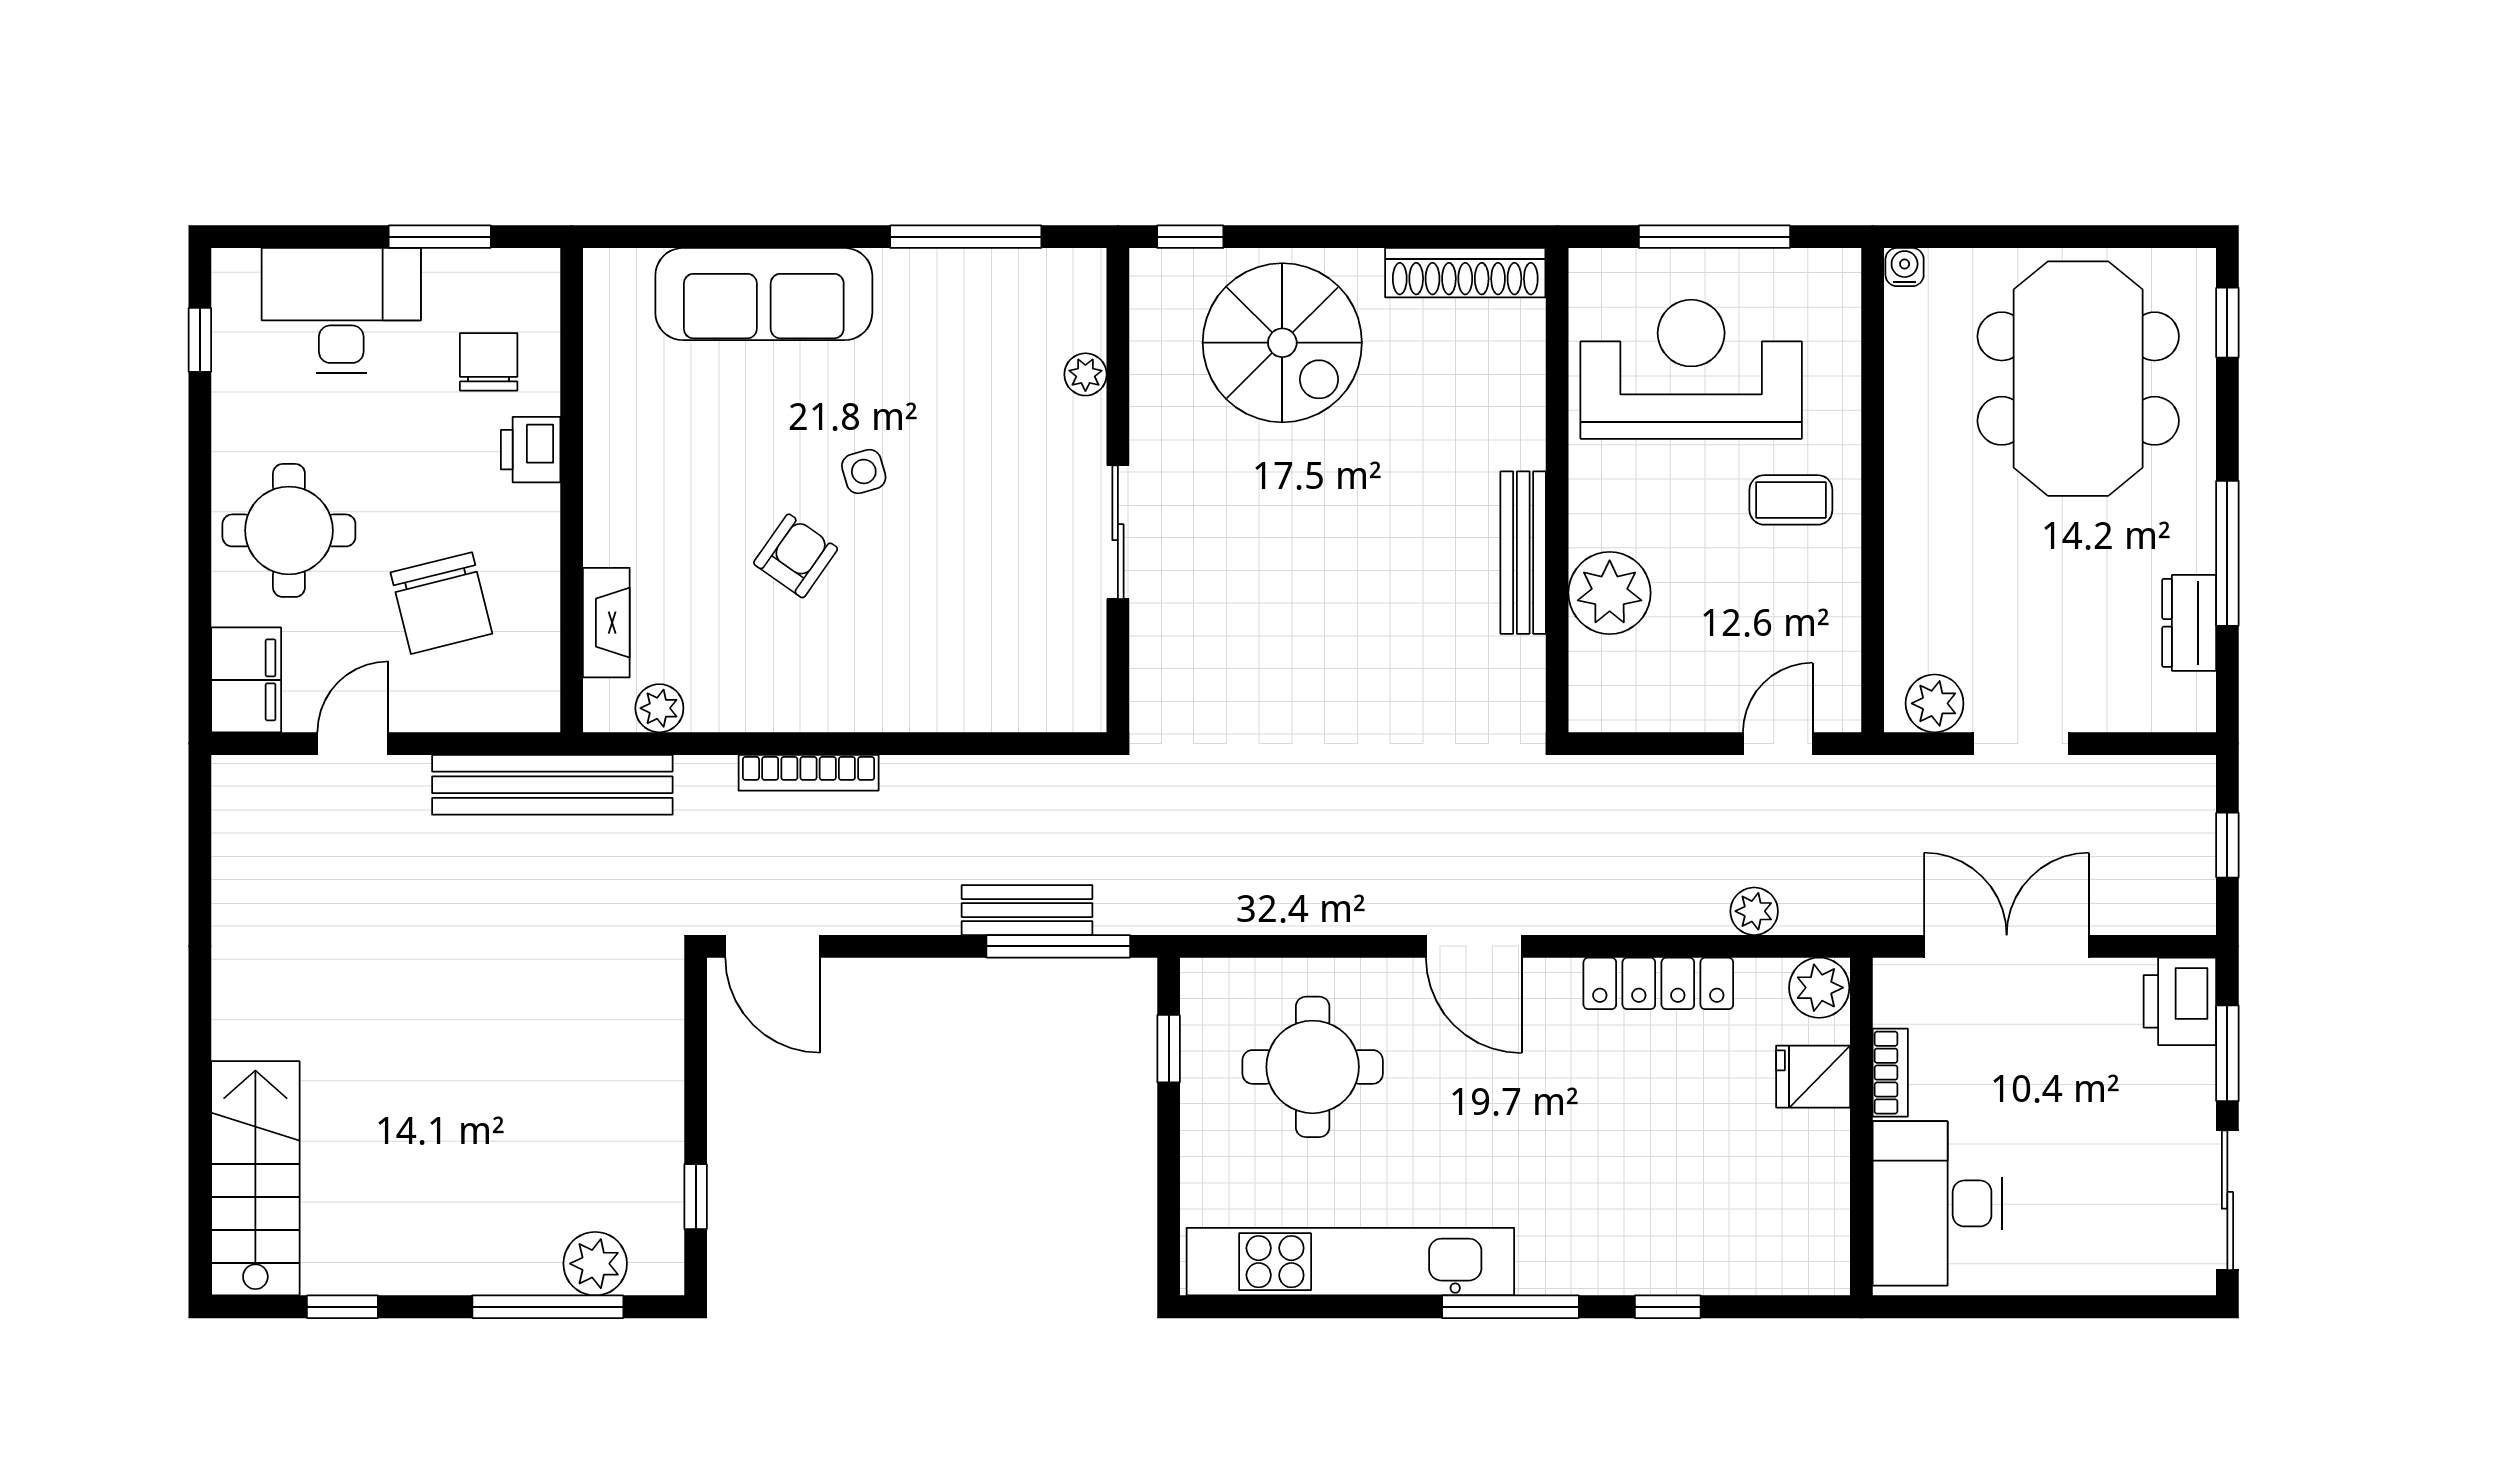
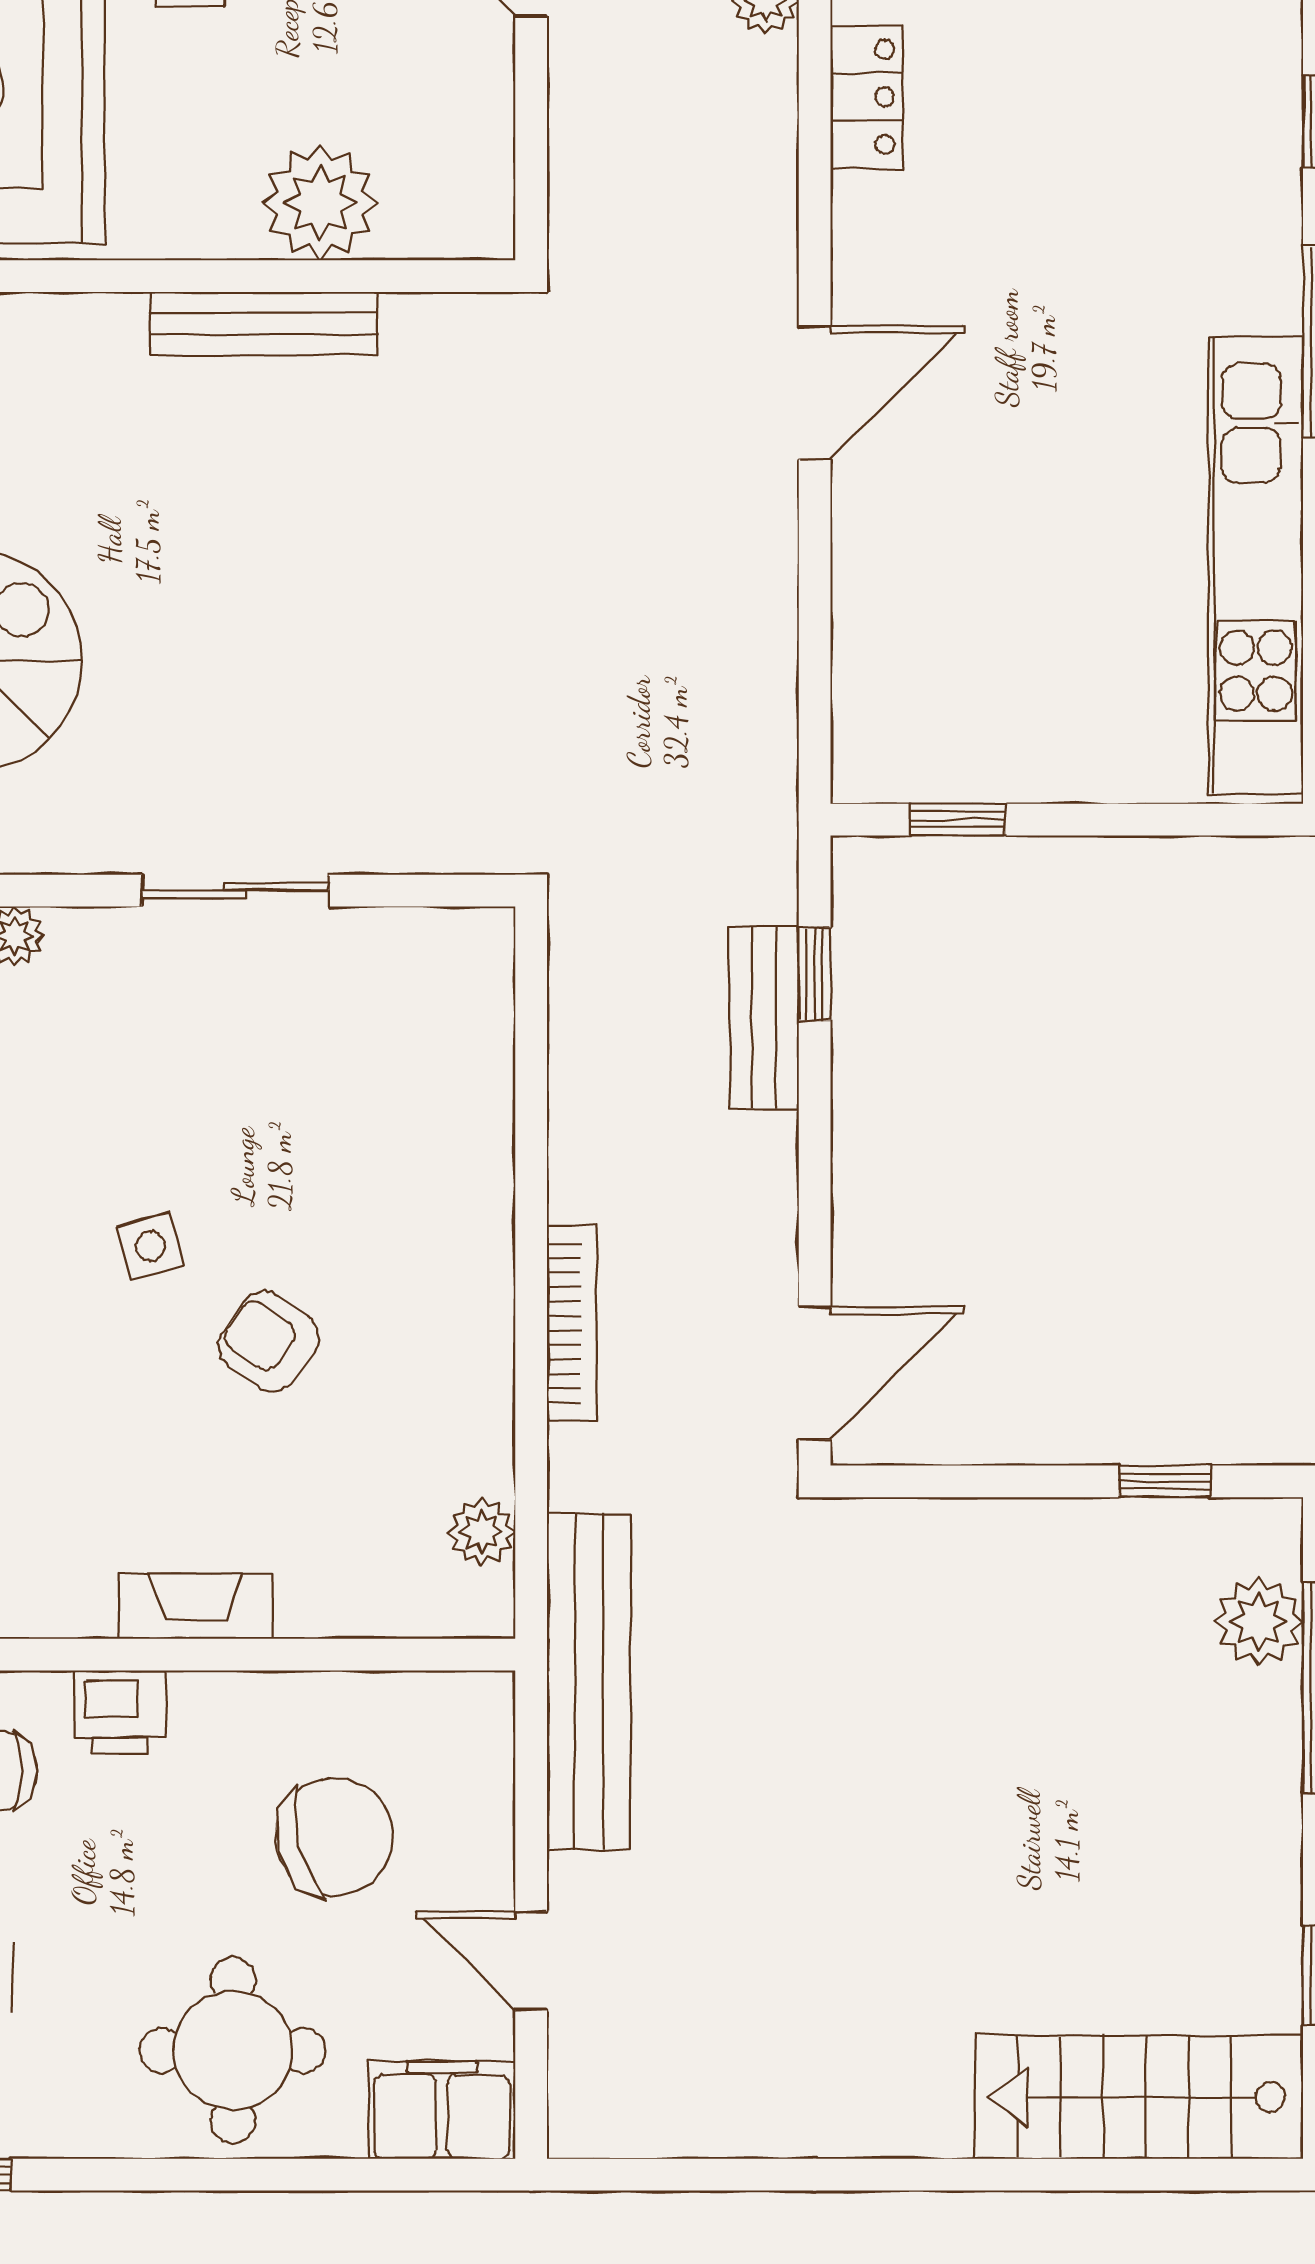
fireplace: (606, 623) -> (196, 1606), moved
window: (1058, 946) -> (815, 974), width x0.46
locker: (1658, 983) -> (867, 97), width x0.66
round table: (1313, 1067) -> (983, 618), removed

